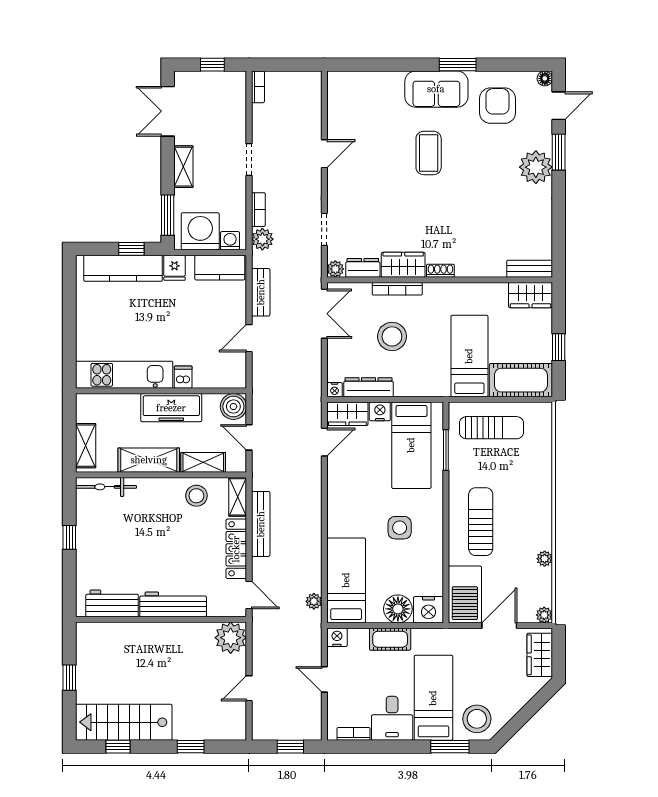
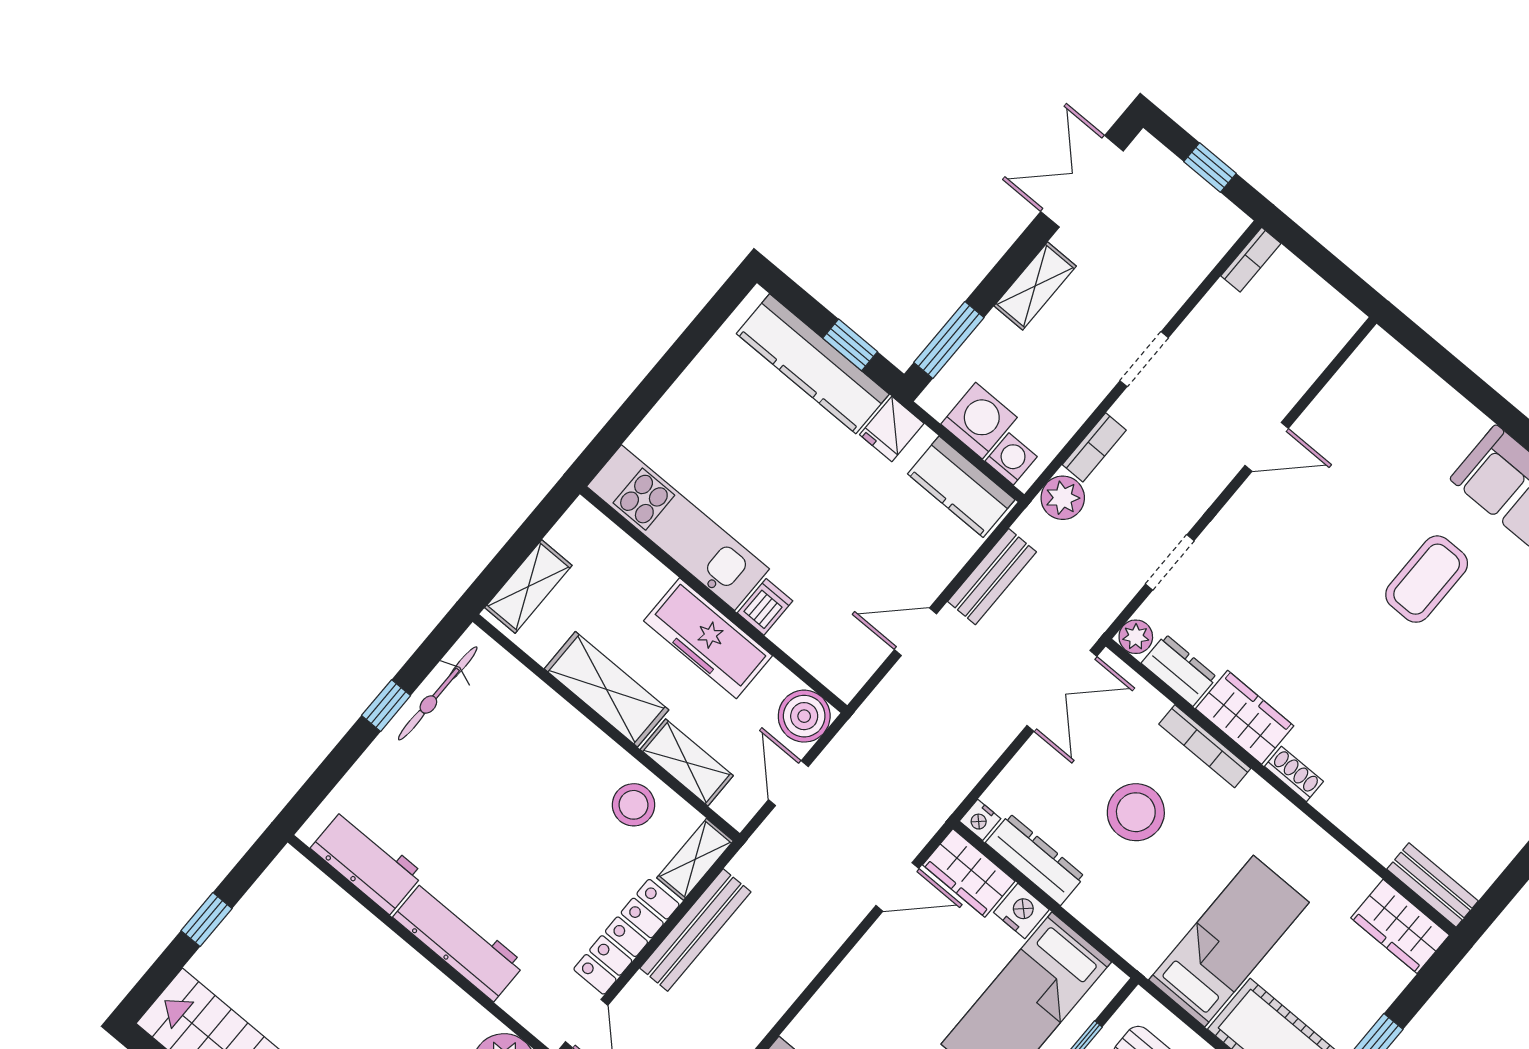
washing machine: (200, 231) -> (979, 421), width x0.73, depth x0.73
bicycle: (106, 487) -> (438, 693), moved, turned -90

